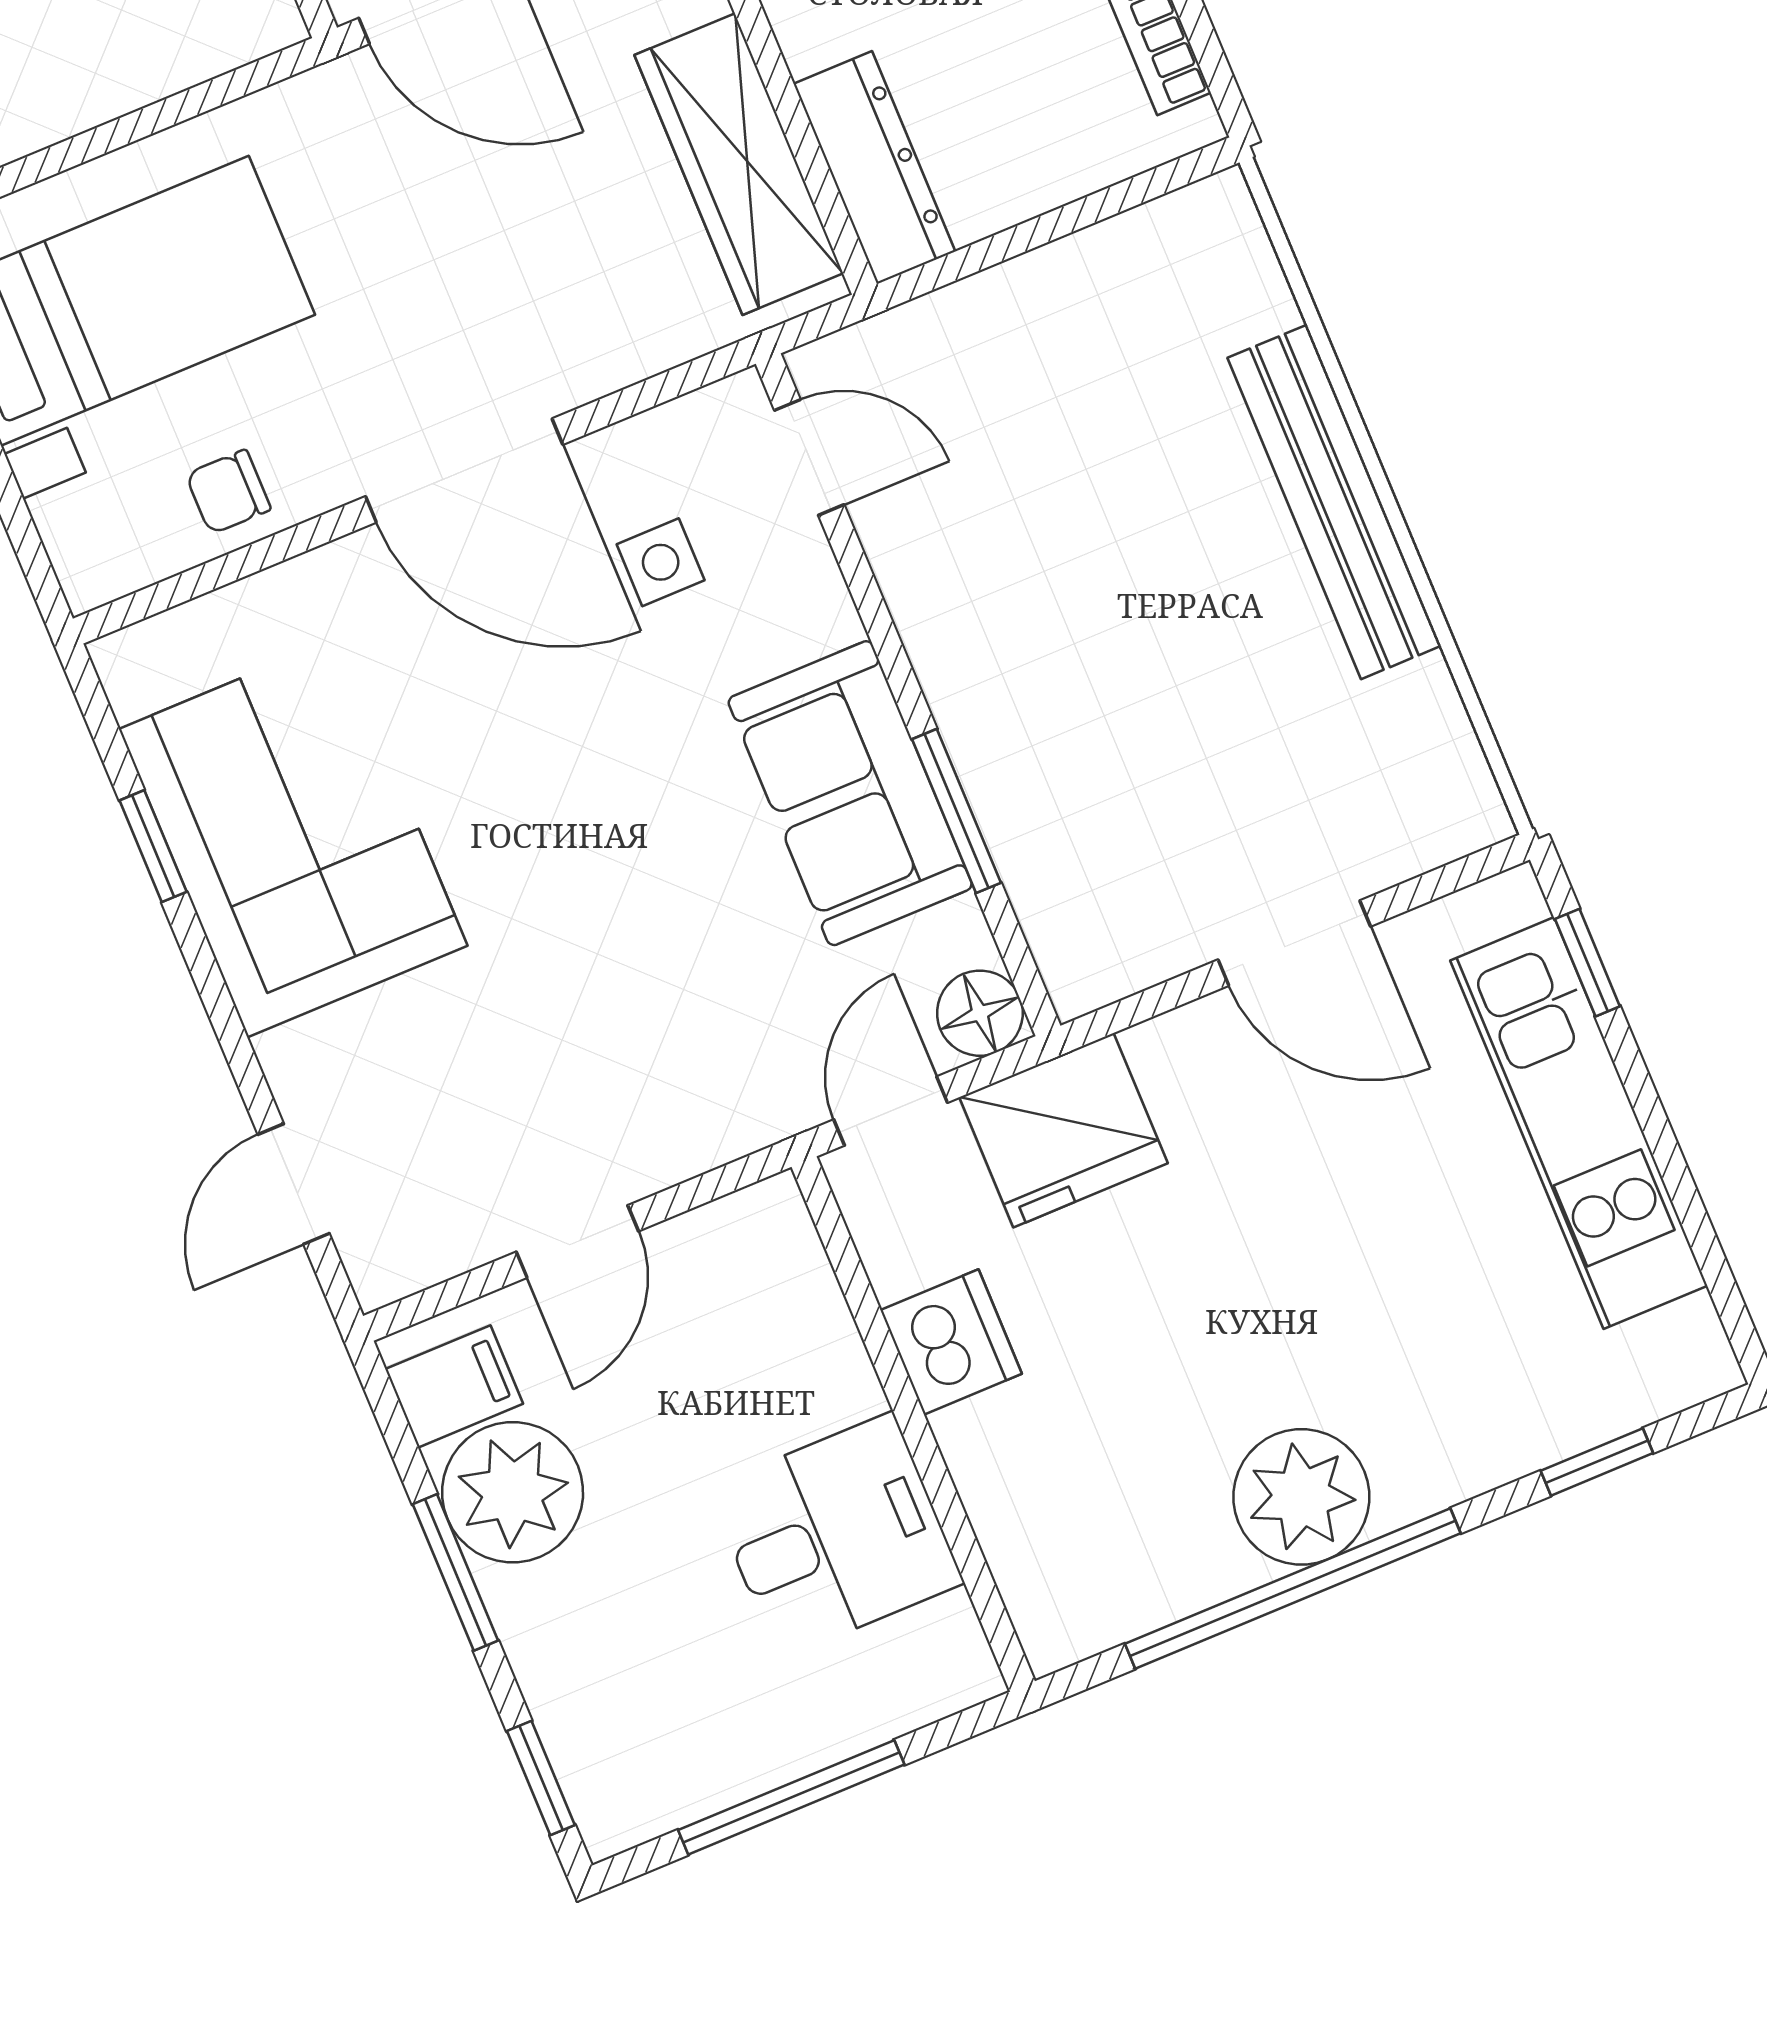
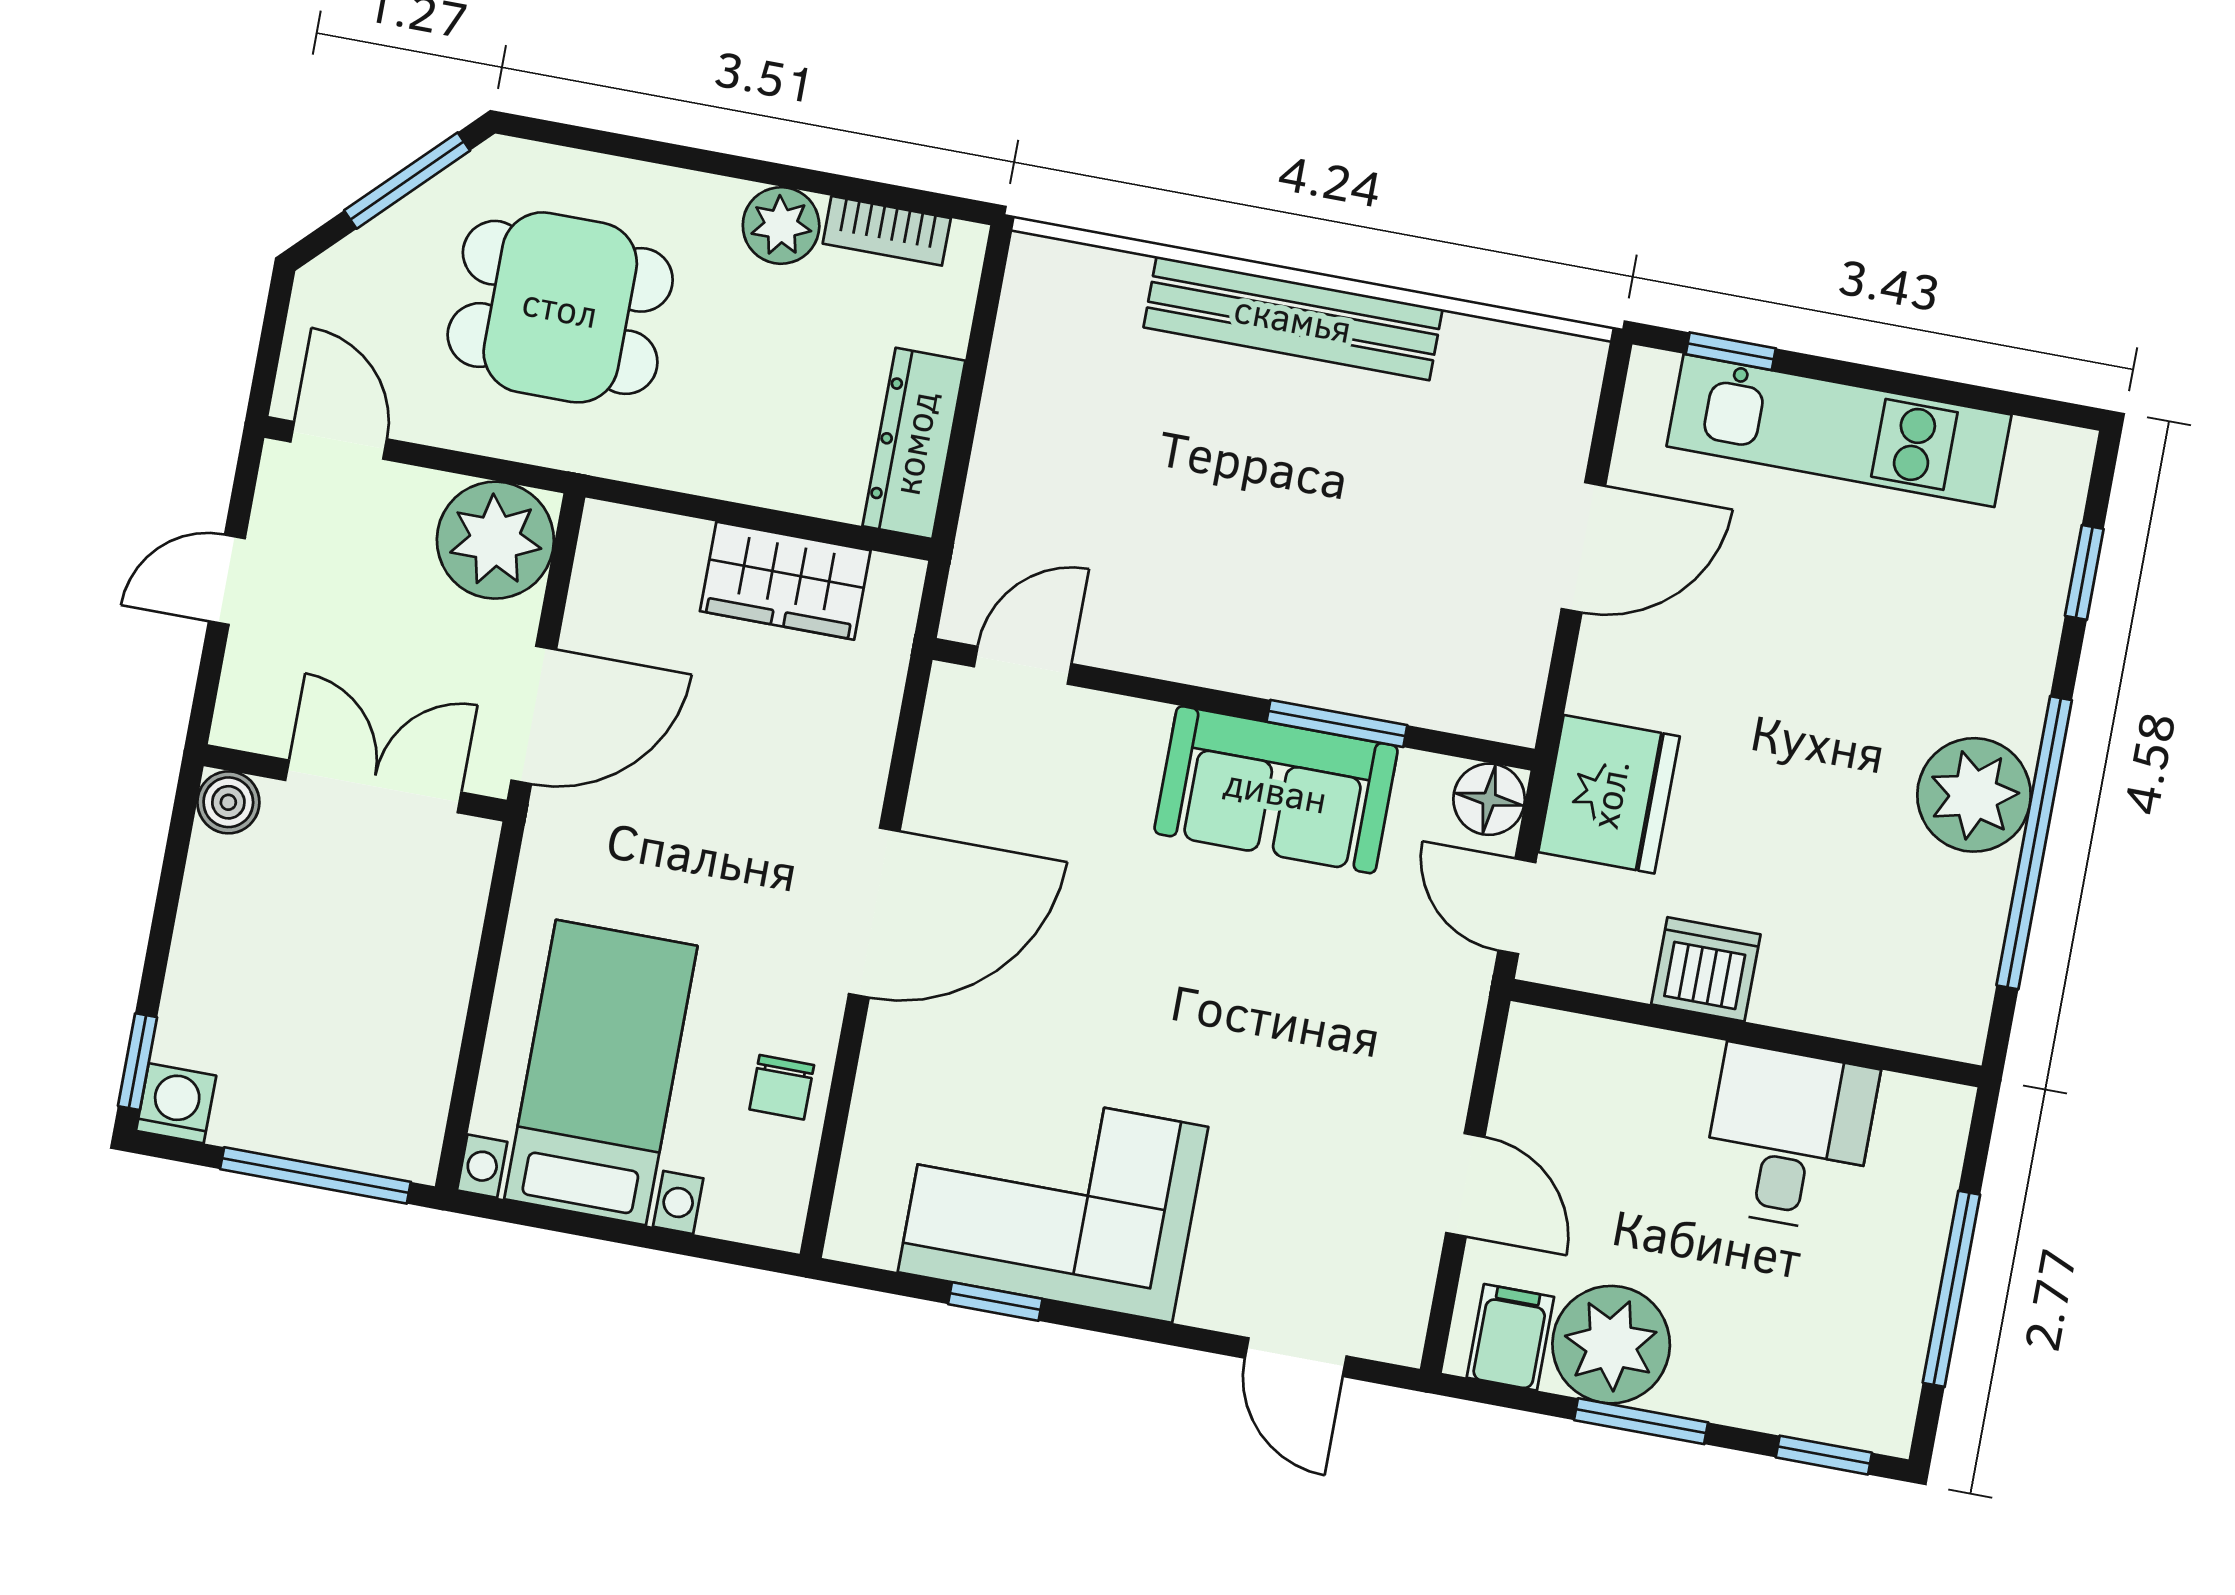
wardrobe: (739, 164) -> (785, 581), width x0.67
dresser: (874, 168) -> (914, 443), moved, turned -90
side table: (661, 562) -> (1028, 817), removed

